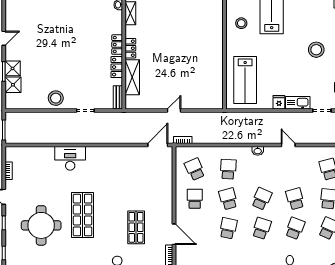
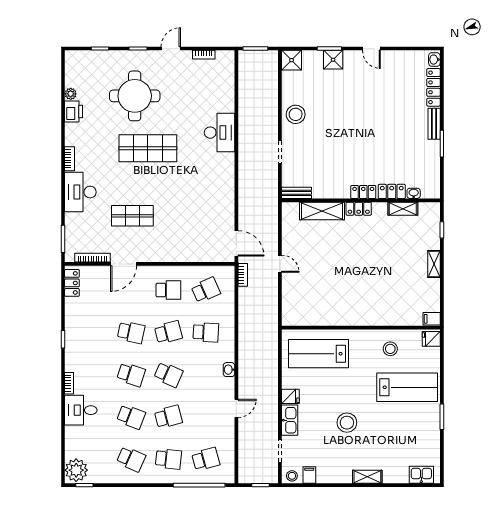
stool: (316, 50) -> (347, 423), moved
locker: (117, 67) -> (392, 191), moved
shower: (13, 85) -> (292, 60), moved

